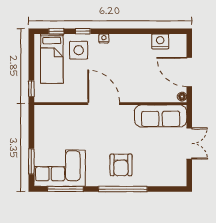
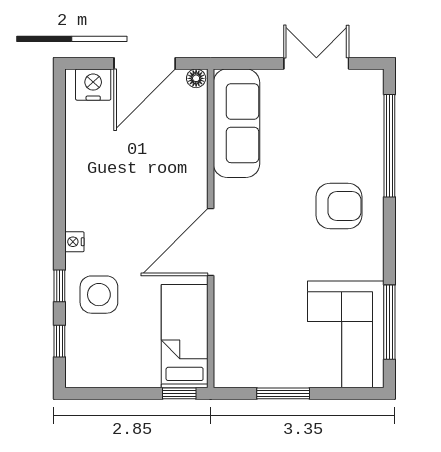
nightstand: (160, 41) -> (93, 85), moved, turned 90
bed: (52, 59) -> (185, 336), moved, turned -90
double door: (189, 143) -> (316, 63), moved
window: (31, 162) -> (283, 393), moved
window: (123, 189) -> (389, 146), moved

